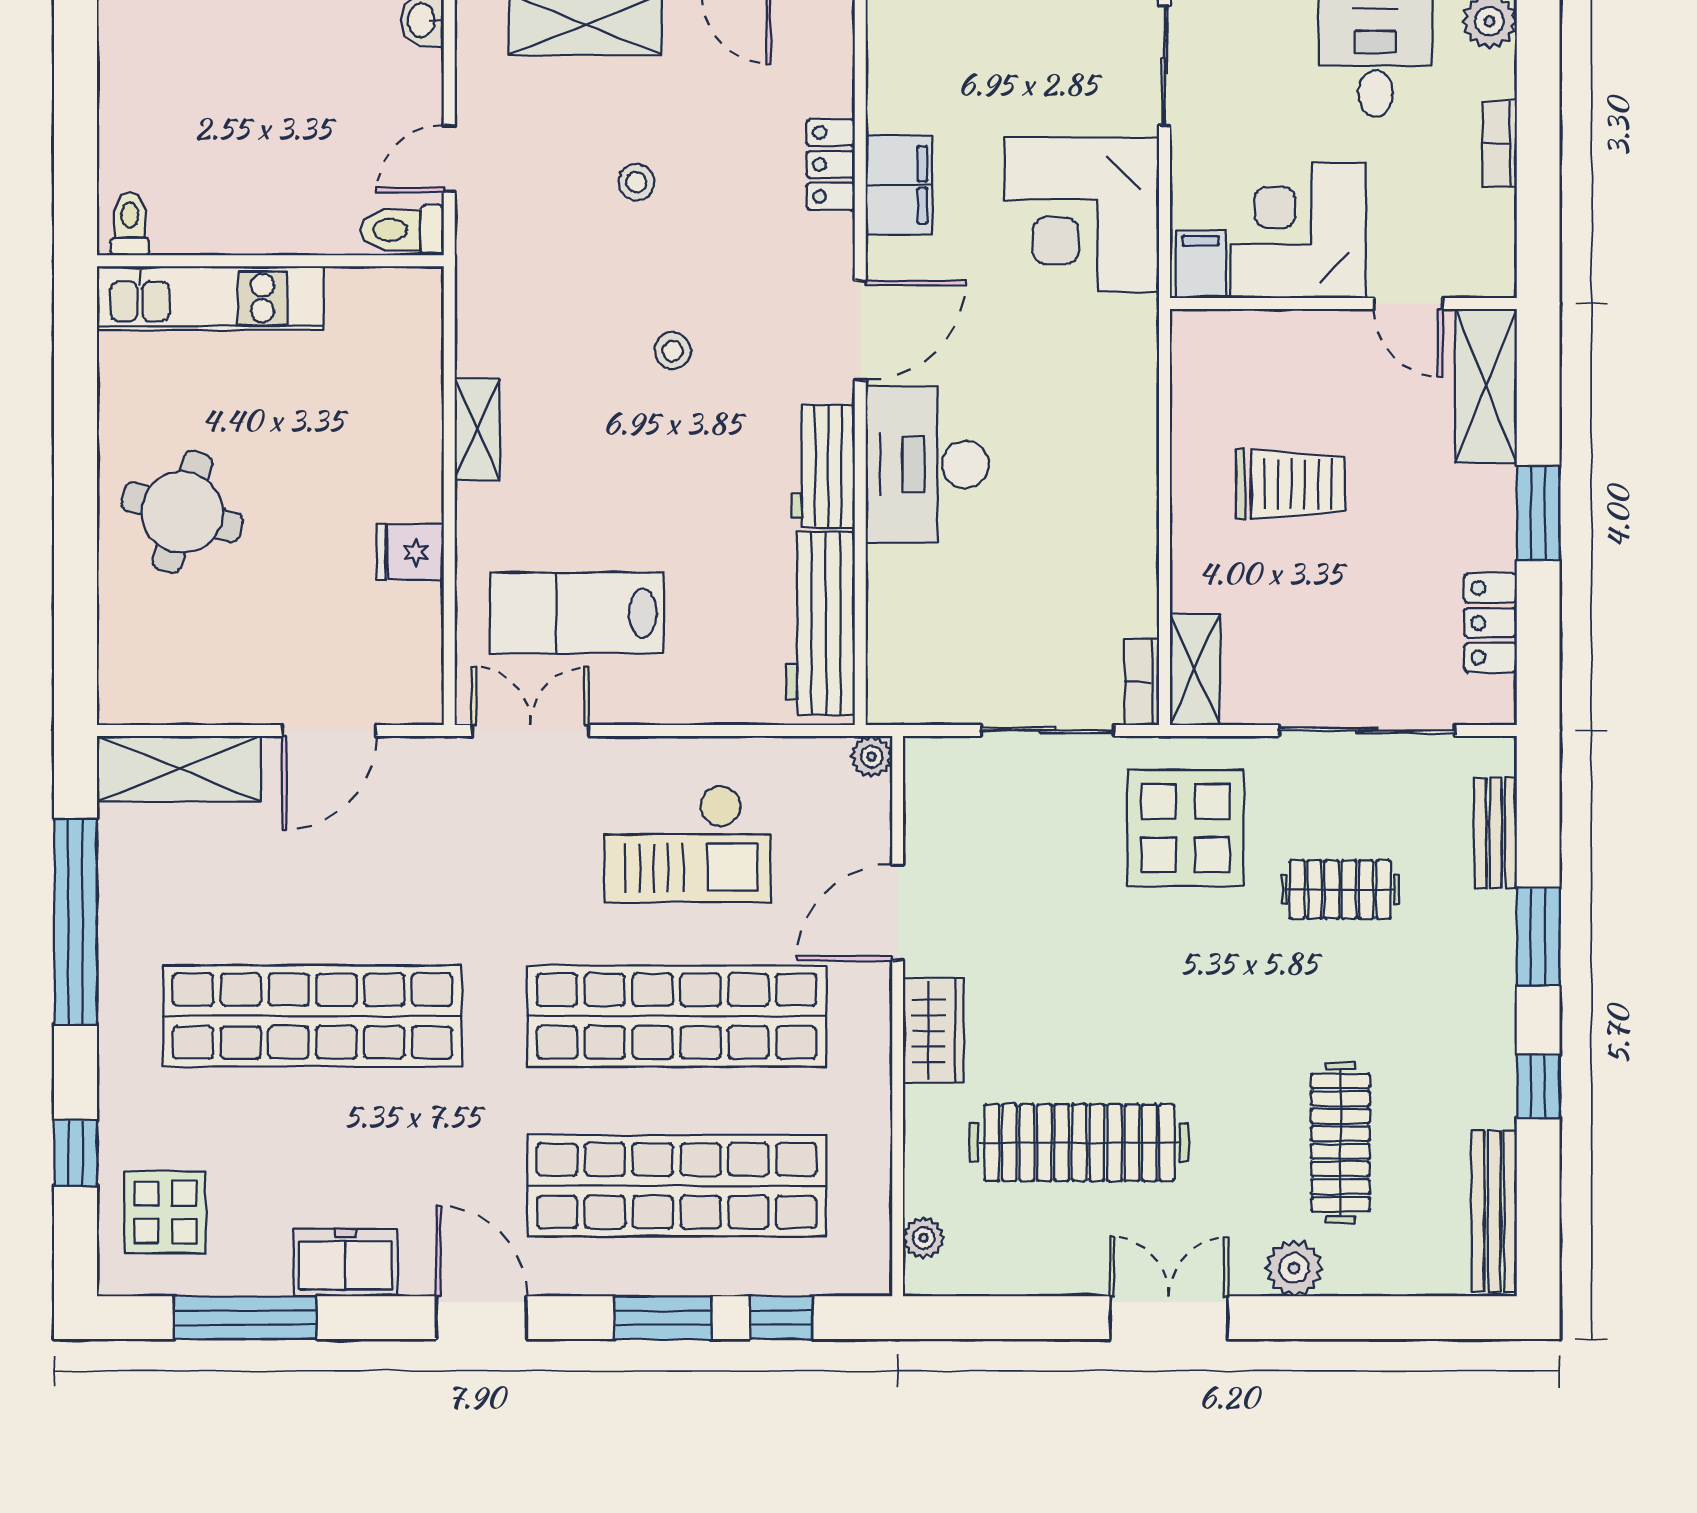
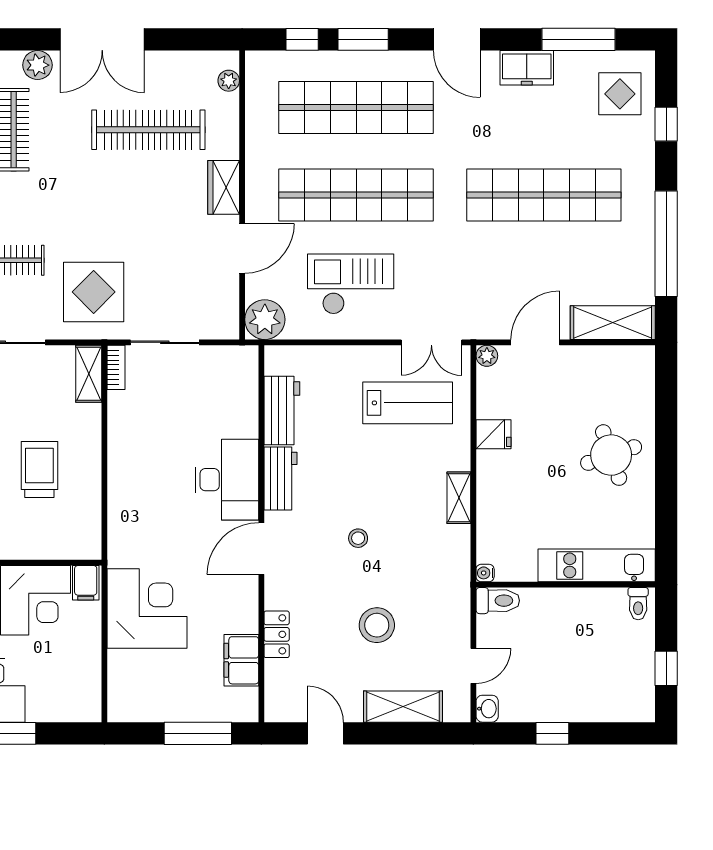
sliding door: (1164, 66) -> (104, 685), removed
window: (76, 98) -> (666, 668), added
door: (449, 159) -> (473, 666), moved
stool: (636, 182) -> (377, 625), width x1.89, depth x1.89
filing cabinet: (899, 185) -> (241, 660), moved
water cooler: (427, 283) -> (485, 573), added
trolley: (1290, 484) -> (39, 469), turned 90
round table: (182, 512) -> (611, 455), turned -36
workbench: (821, 623) -> (282, 410), width x0.73
plant: (423, 704) -> (487, 356), added
plant: (872, 757) -> (265, 320), width x1.87, depth x1.87
double door: (1169, 1318) -> (102, 39), width x1.37

